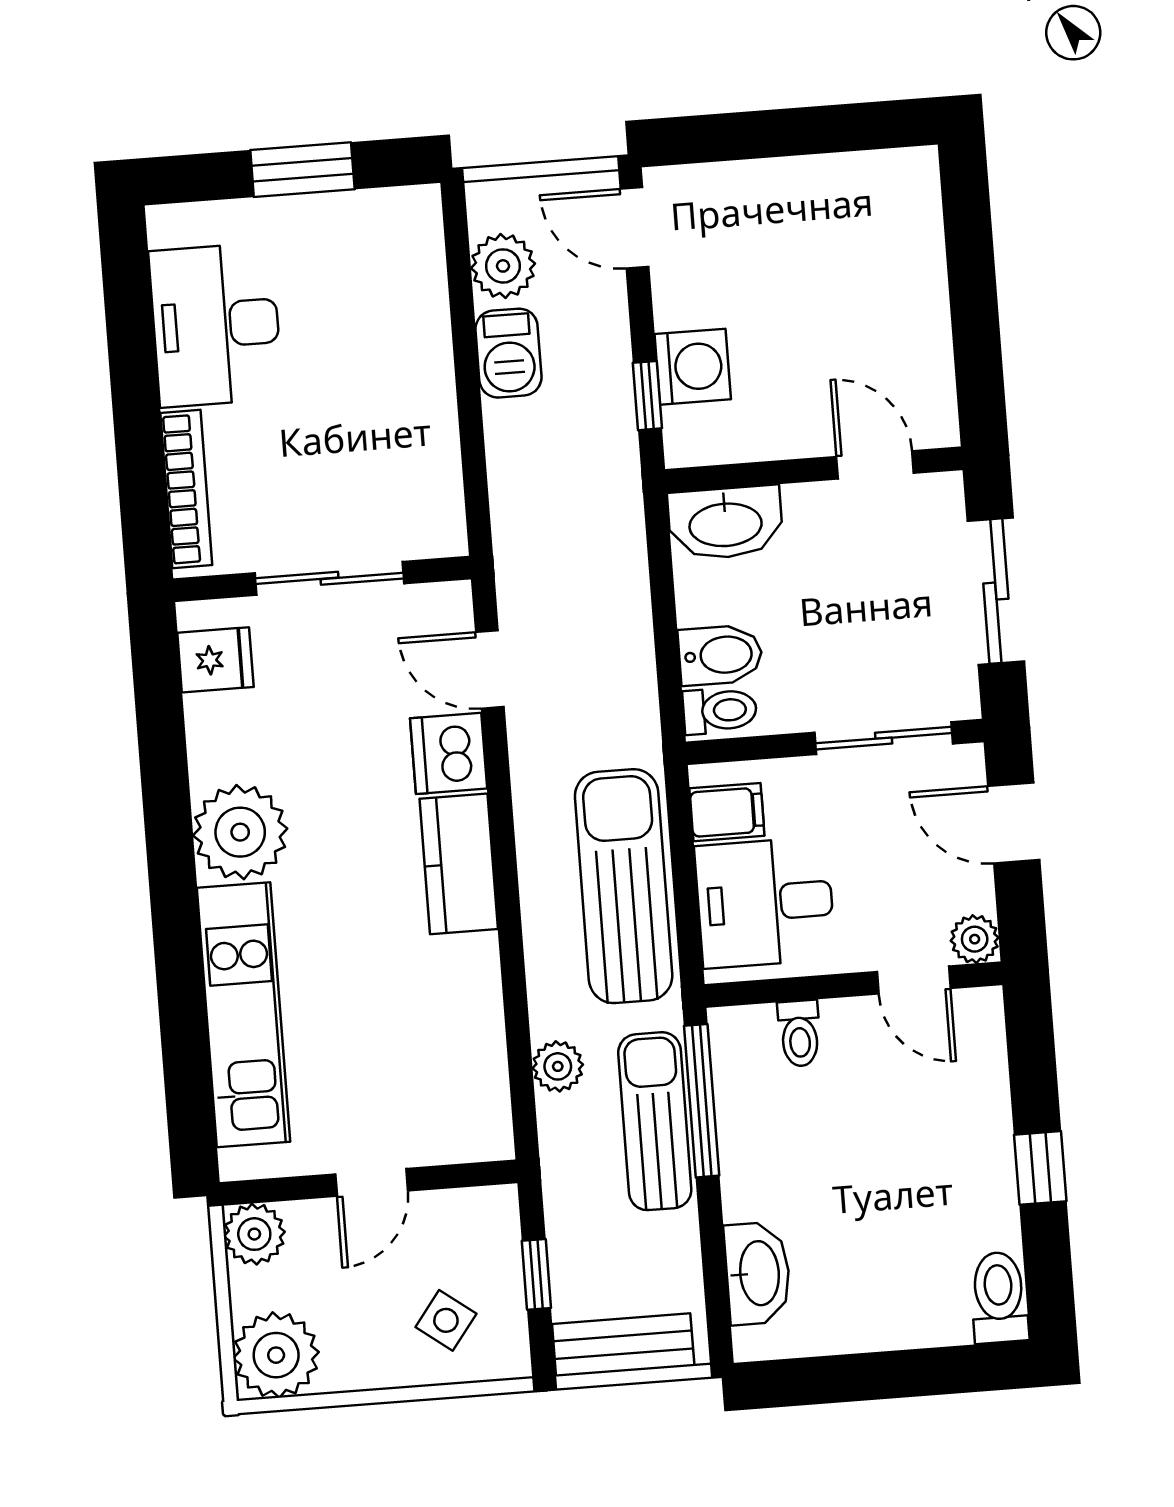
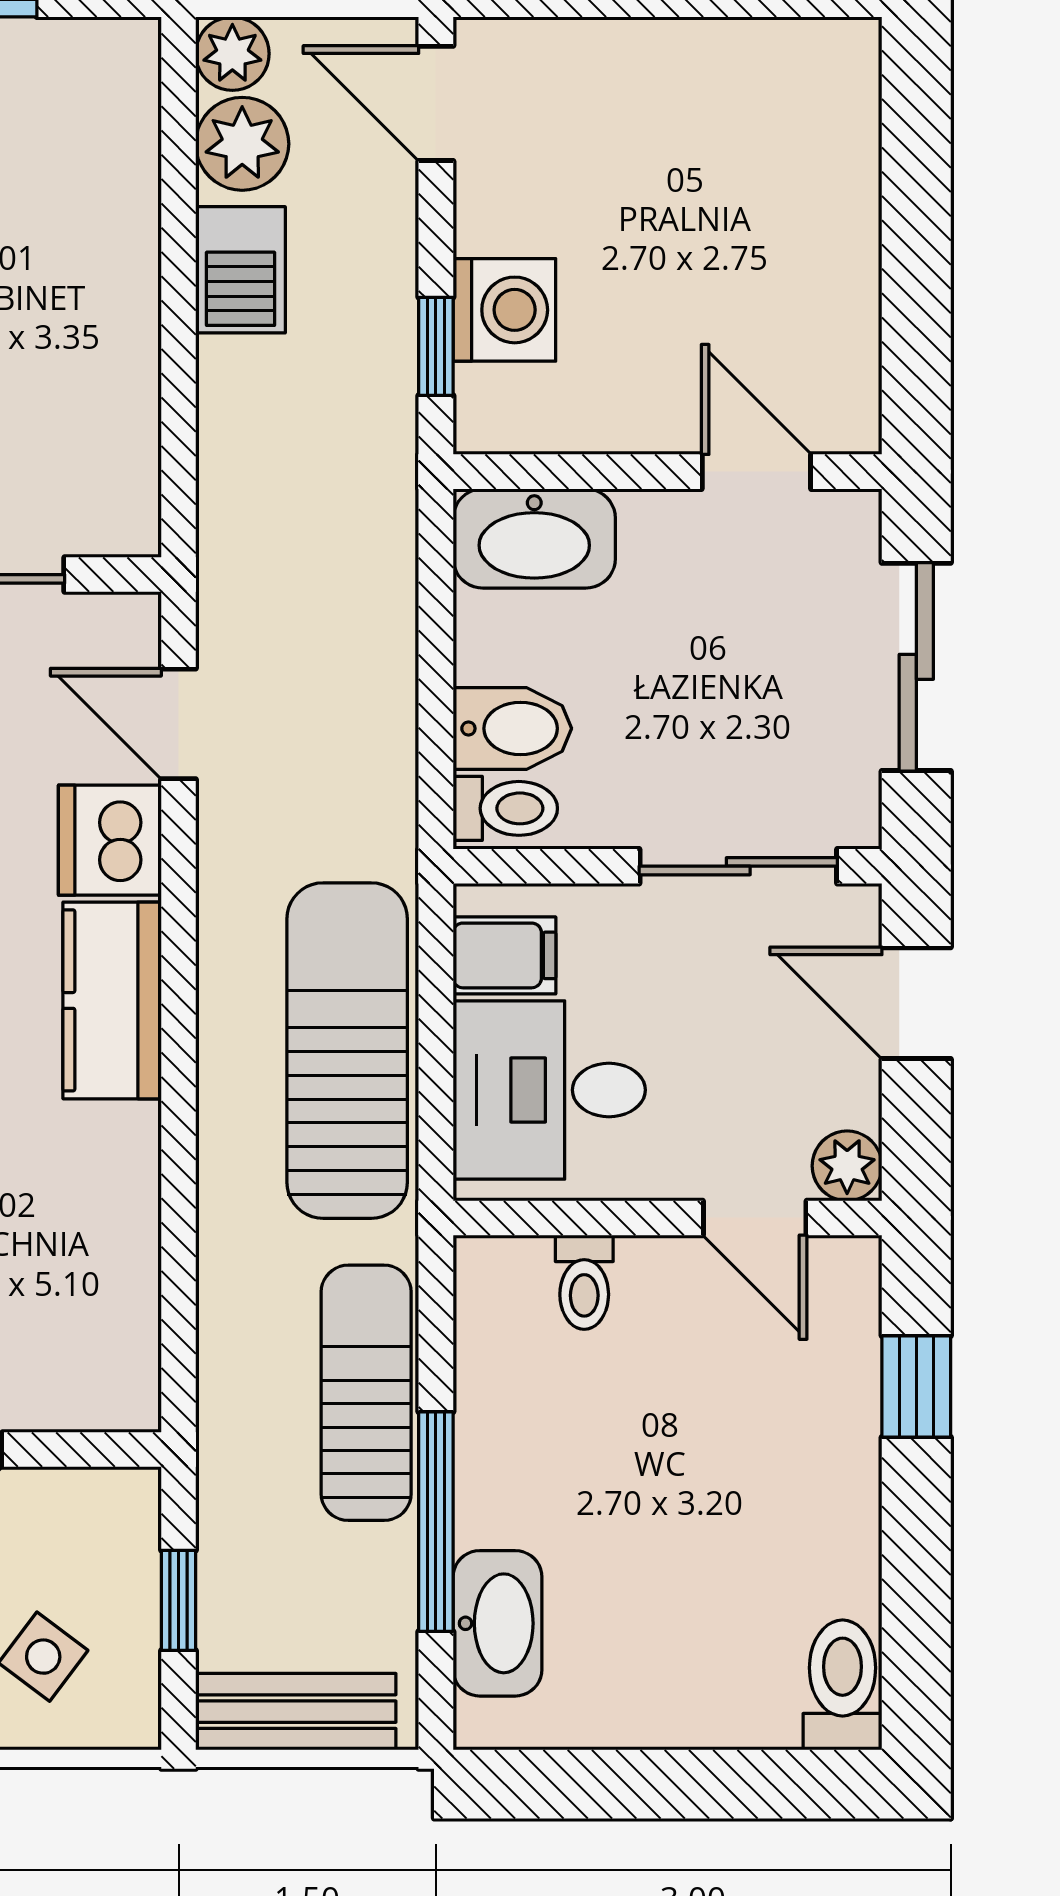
plant: (558, 1066) -> (232, 54), moved
window: (702, 1101) -> (436, 1522), moved
window: (1040, 1168) -> (916, 1387), moved

